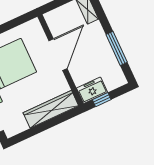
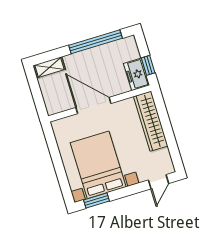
window: (117, 48) -> (96, 42), width x1.46

